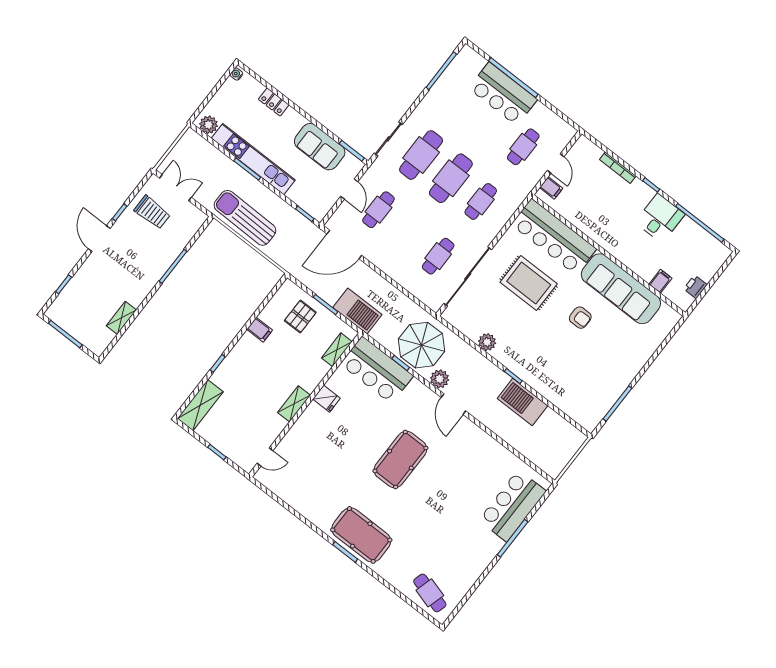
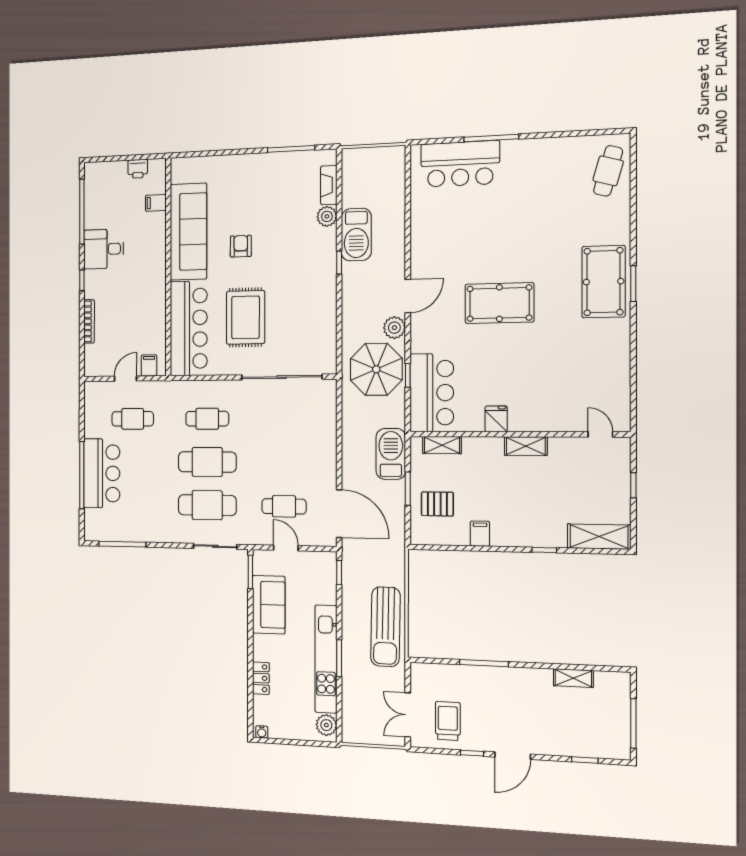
door: (349, 189) -> (286, 548), hinge flipped
cafe table: (438, 256) -> (284, 419), removed
plant: (487, 342) -> (327, 216), moved
fireplace: (571, 410) -> (329, 185), added

